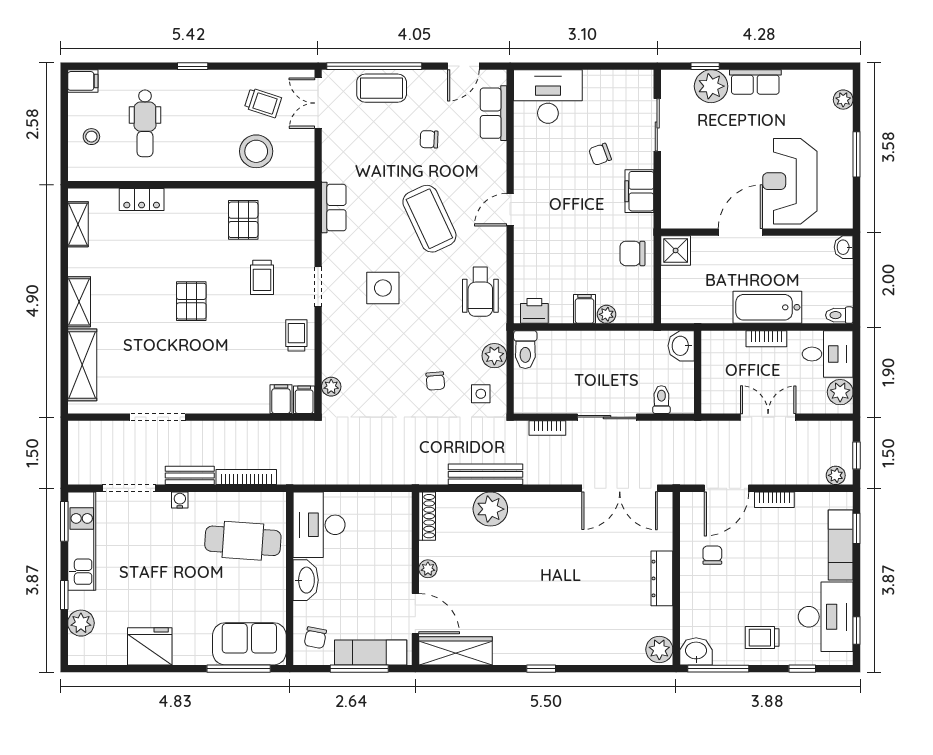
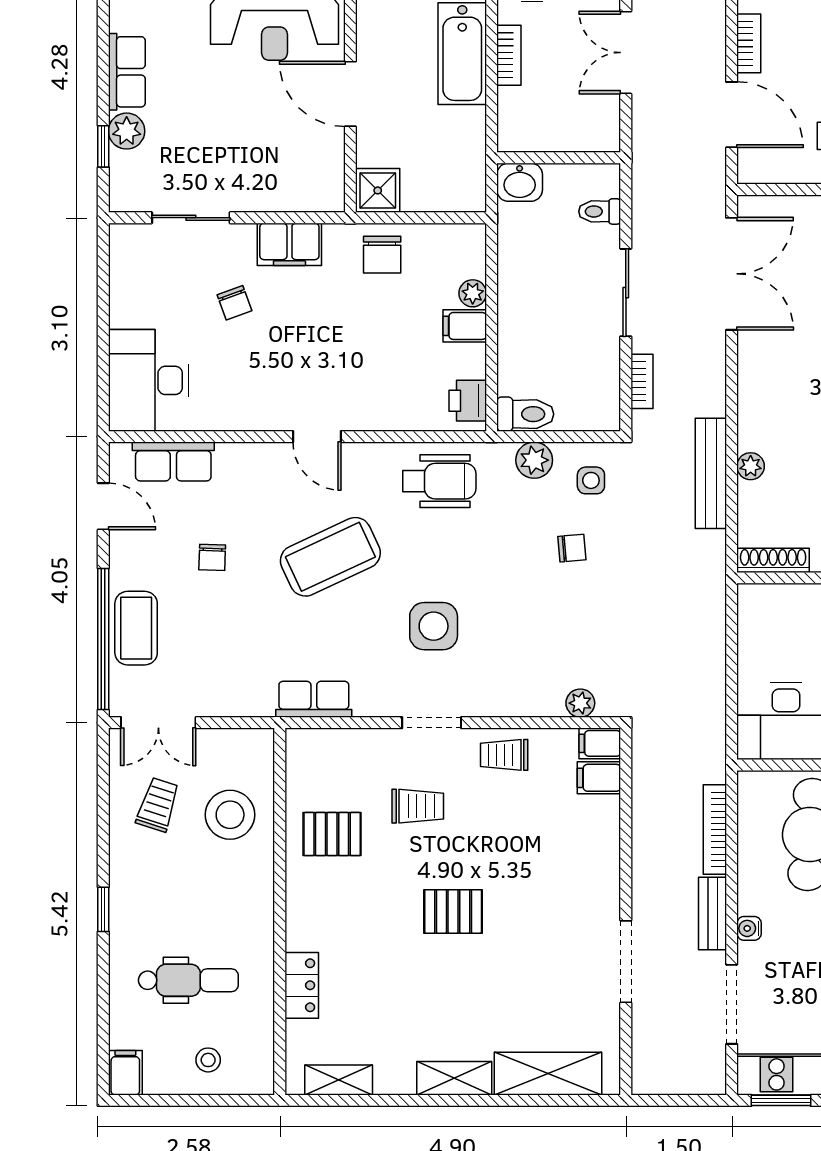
plant: (711, 86) -> (127, 131), width x0.73, depth x0.73
plant: (490, 509) -> (751, 466), width x0.53, depth x0.53

